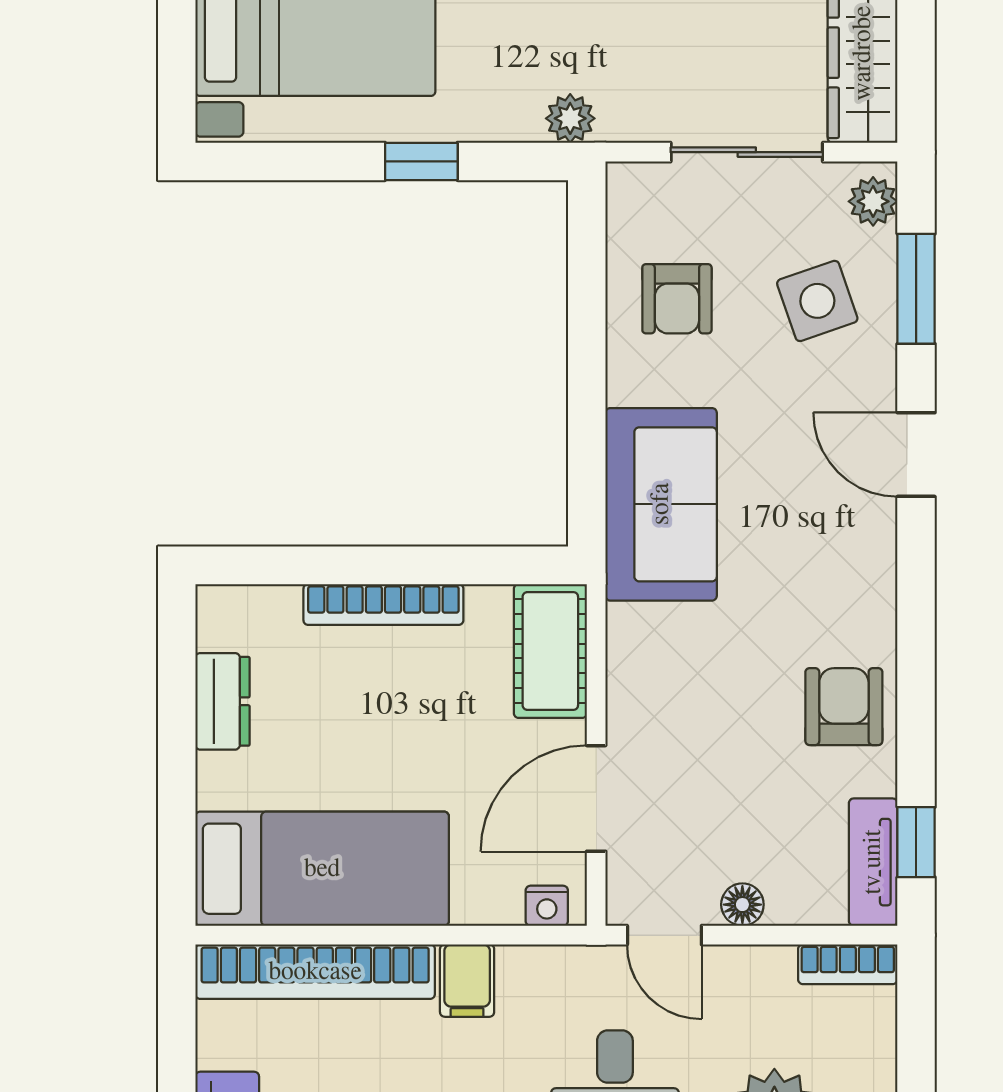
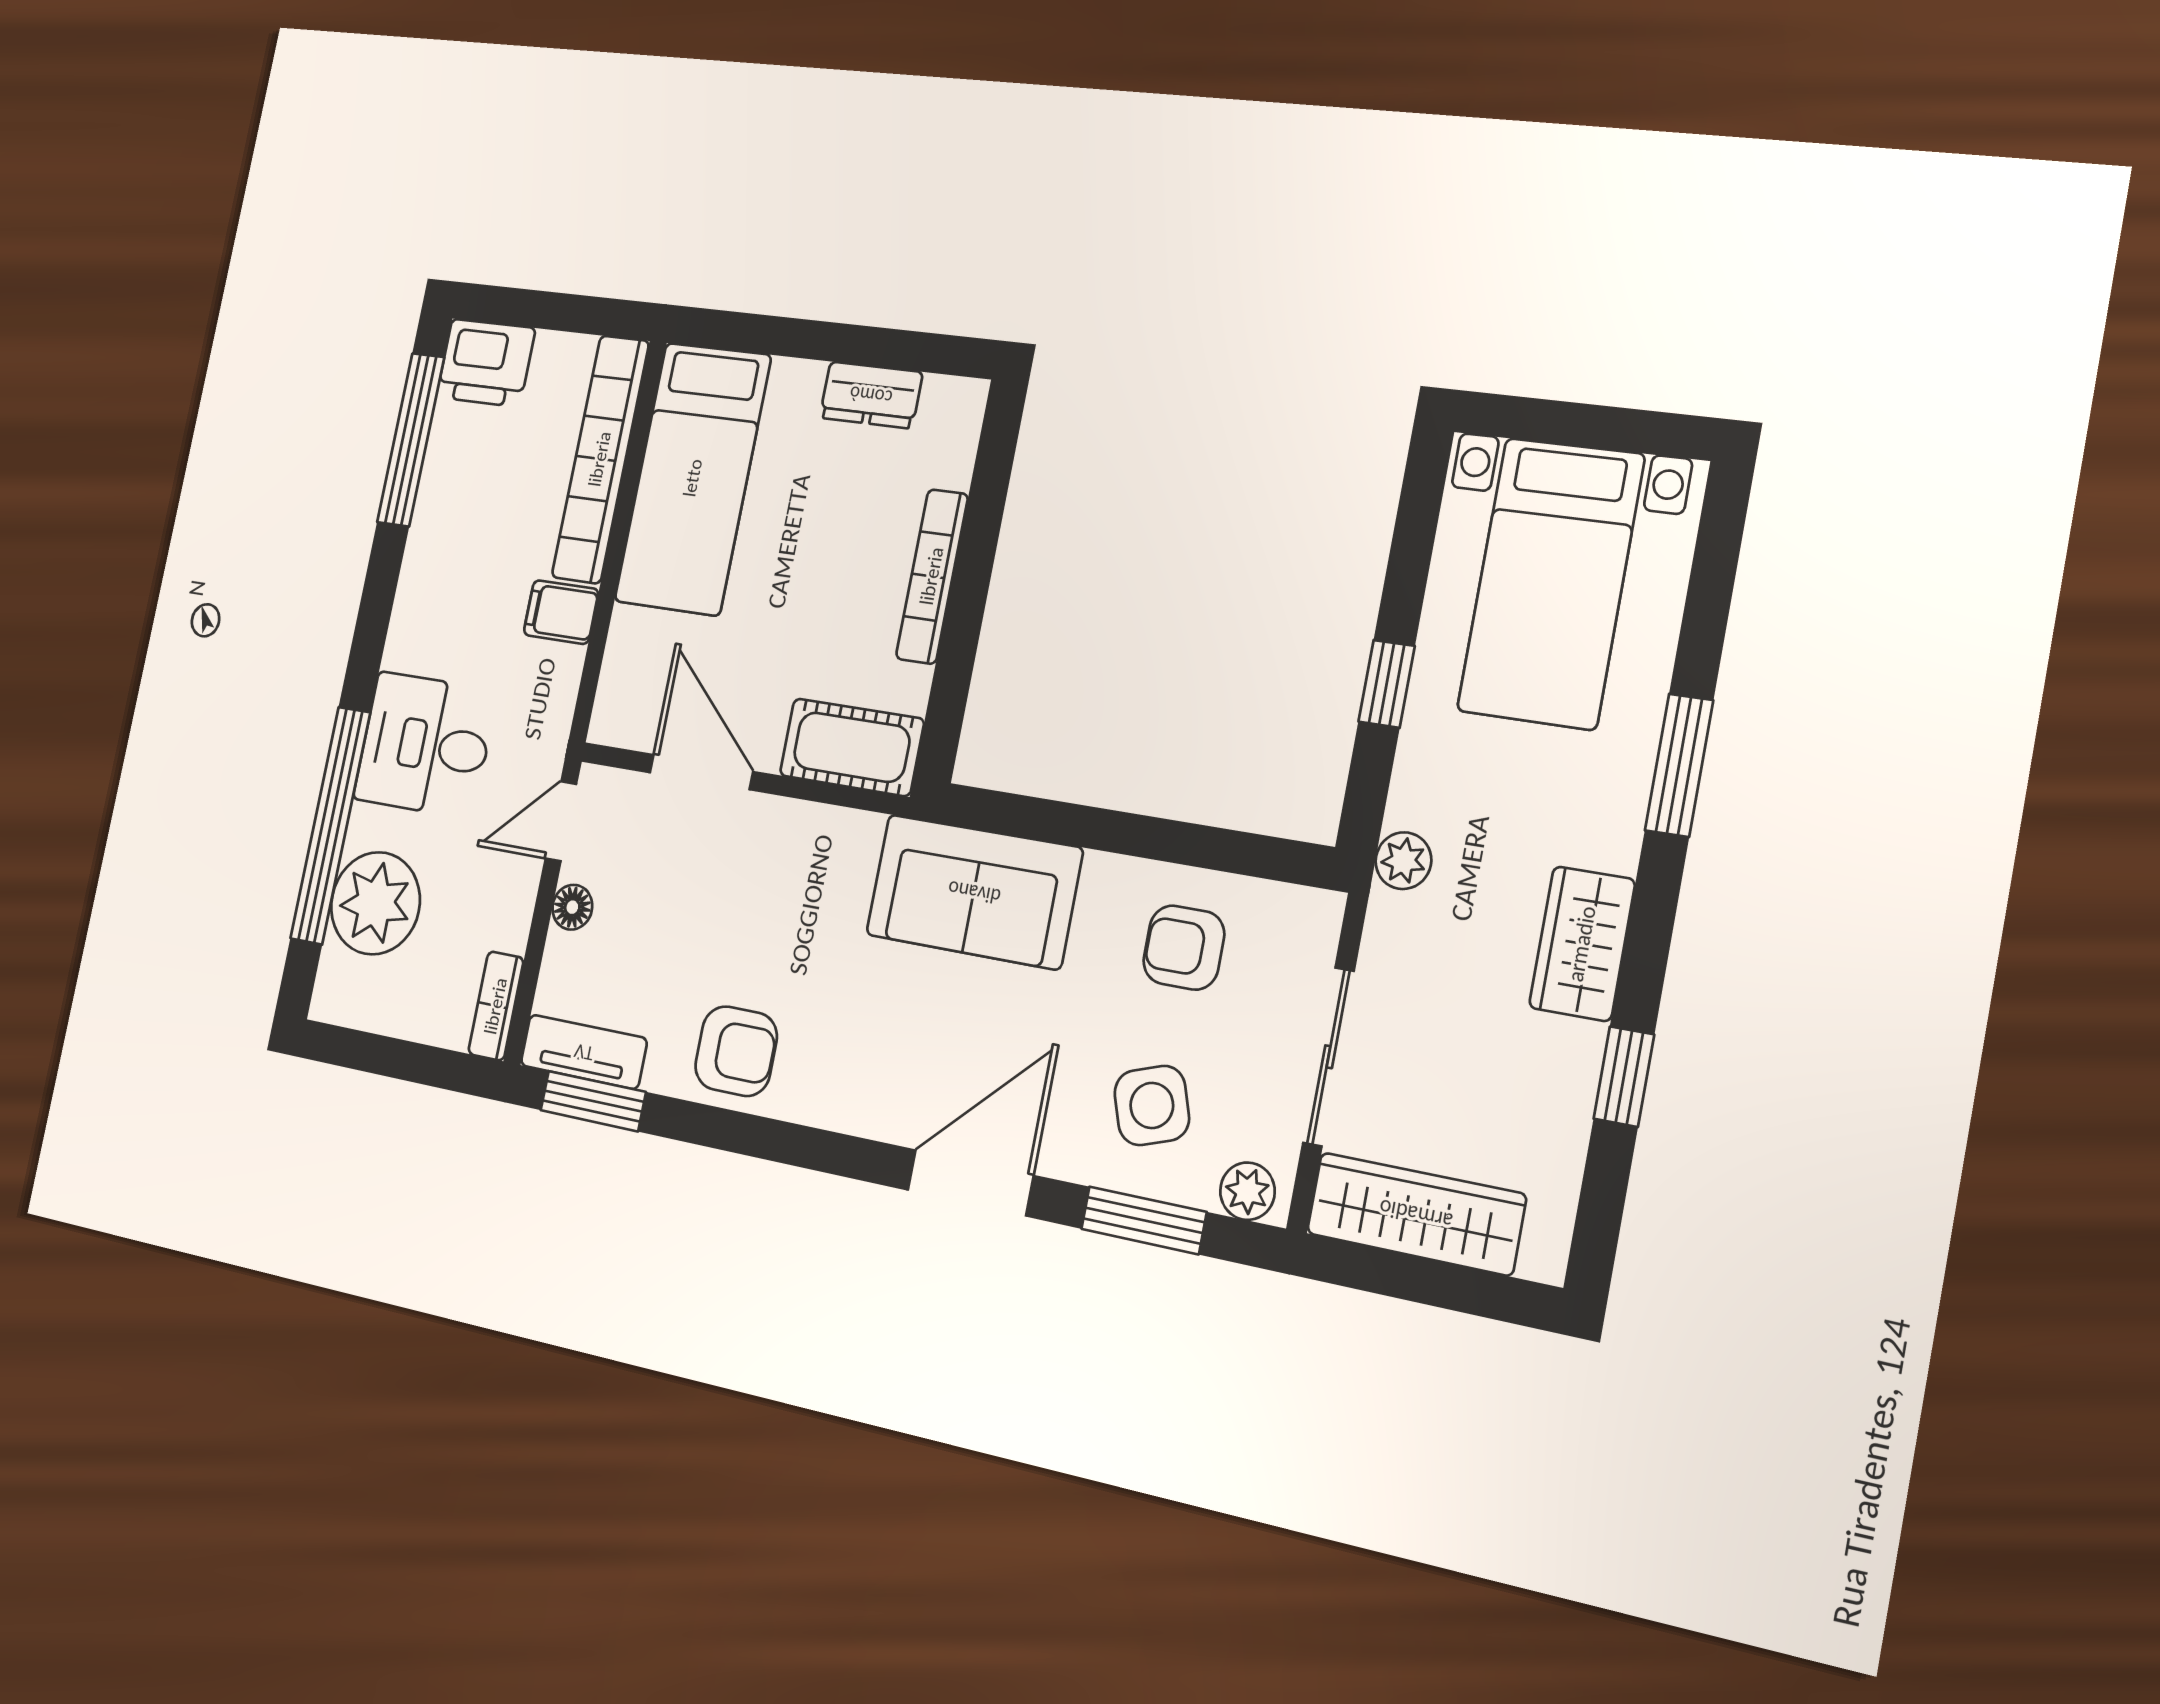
door: (916, 455) -> (970, 1183), width x1.38
window: (916, 842) -> (593, 1101), width x1.50
nightstand: (547, 906) -> (612, 704), removed

